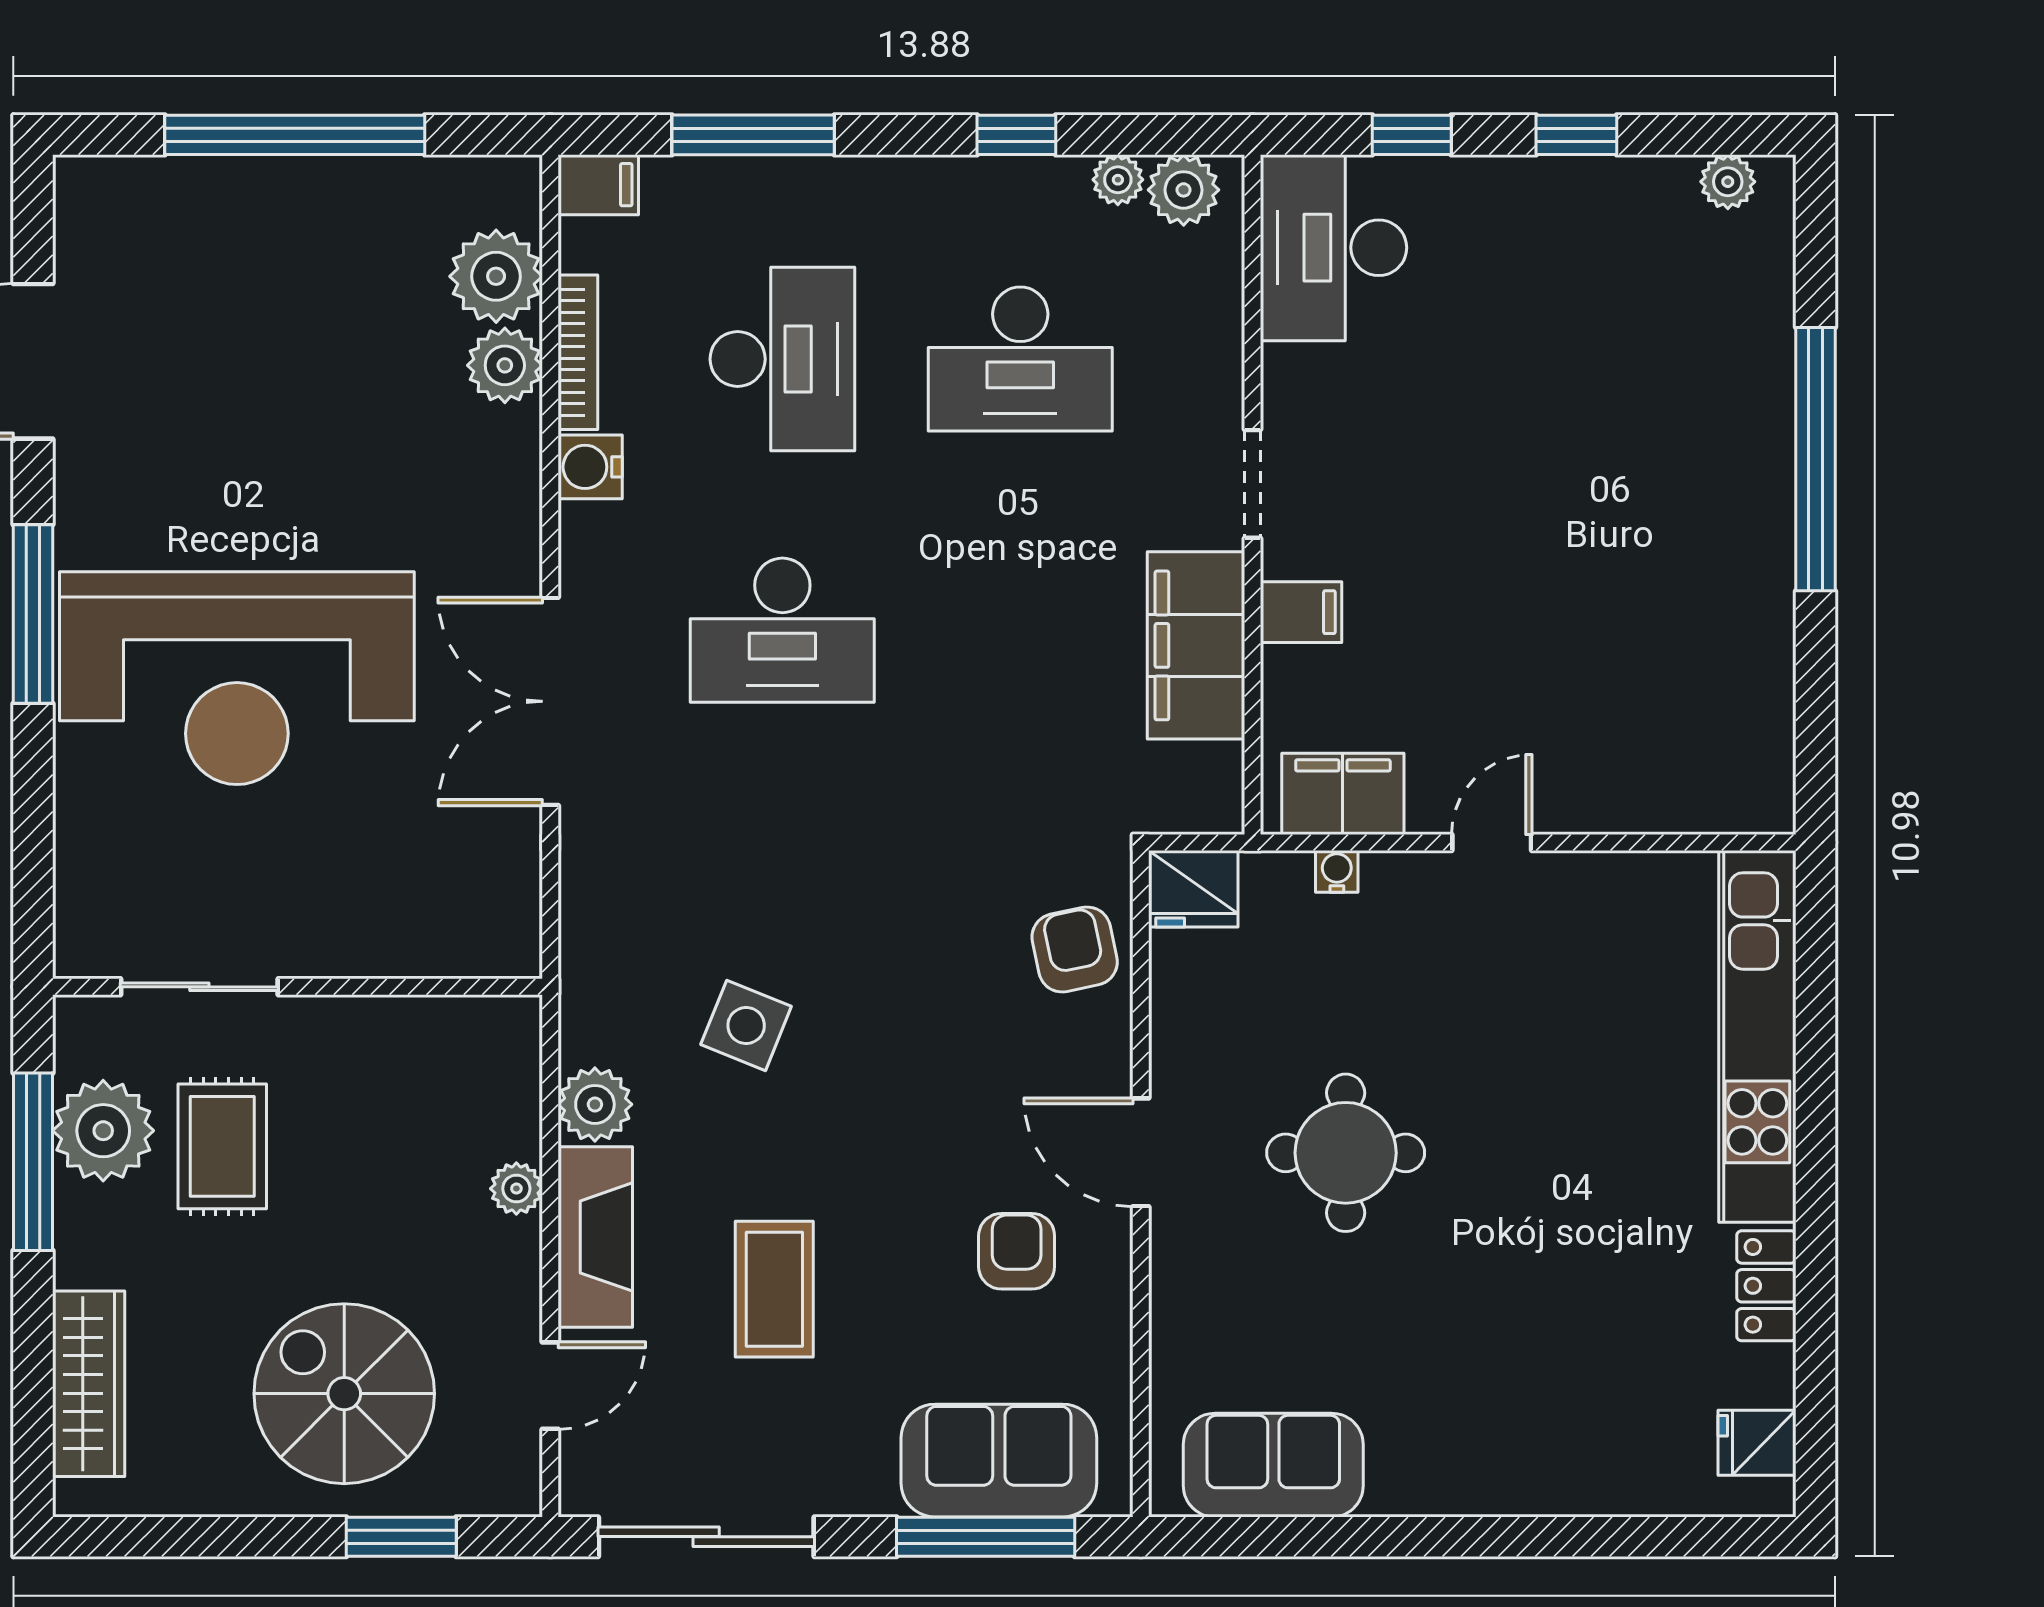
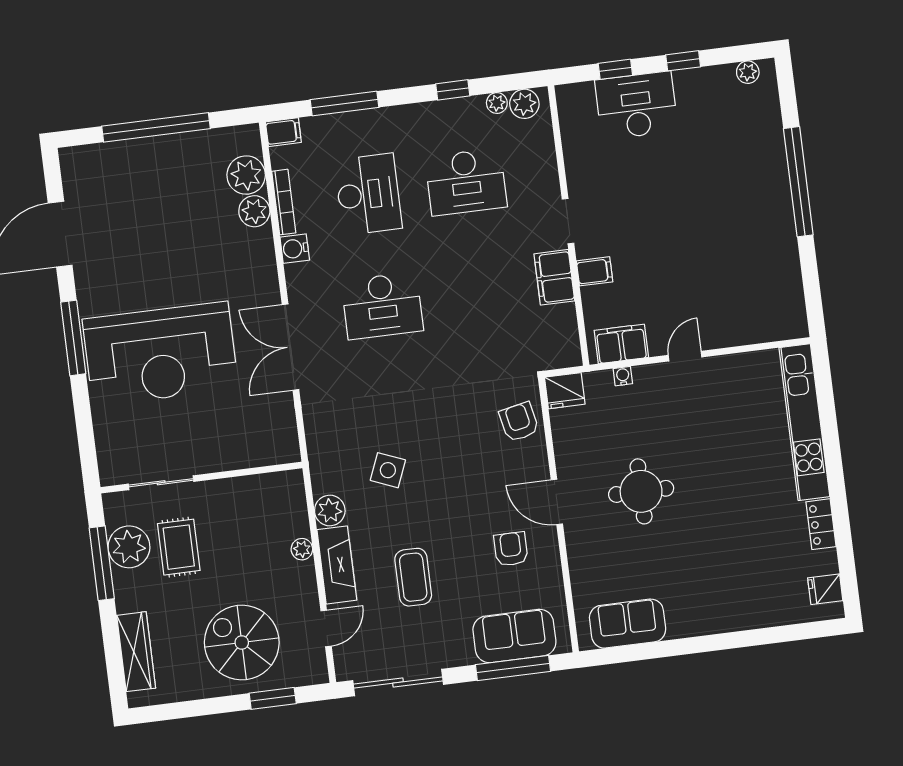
desk: (1333, 248) -> (636, 105), moved, turned 90
filing cabinet: (1196, 645) -> (554, 277), width x0.67, depth x0.86

